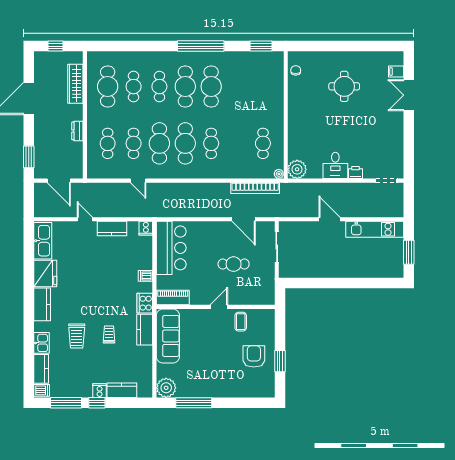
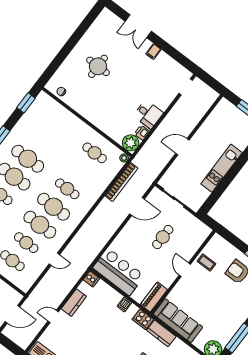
filing cabinet: (396, 72) -> (153, 52), moved
printer: (355, 172) -> (142, 133), moved
kitchen unit: (375, 229) -> (221, 168), moved, turned 180

